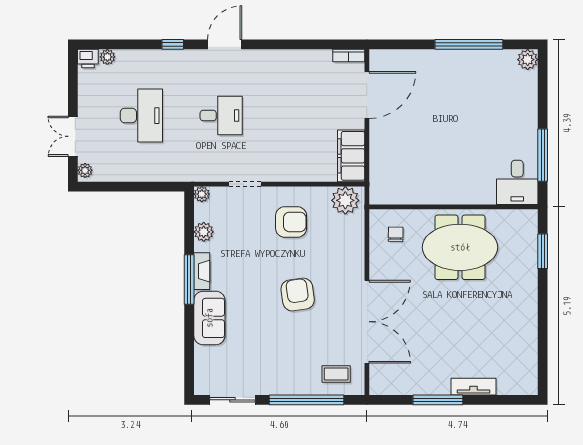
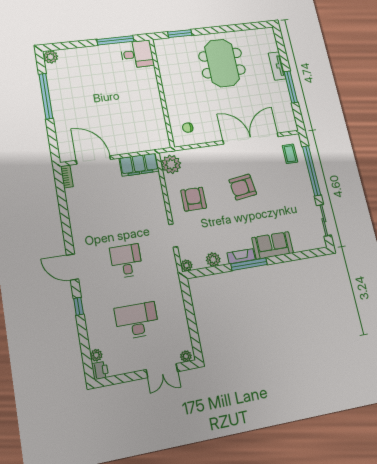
meeting table: (460, 247) -> (222, 63), moved

